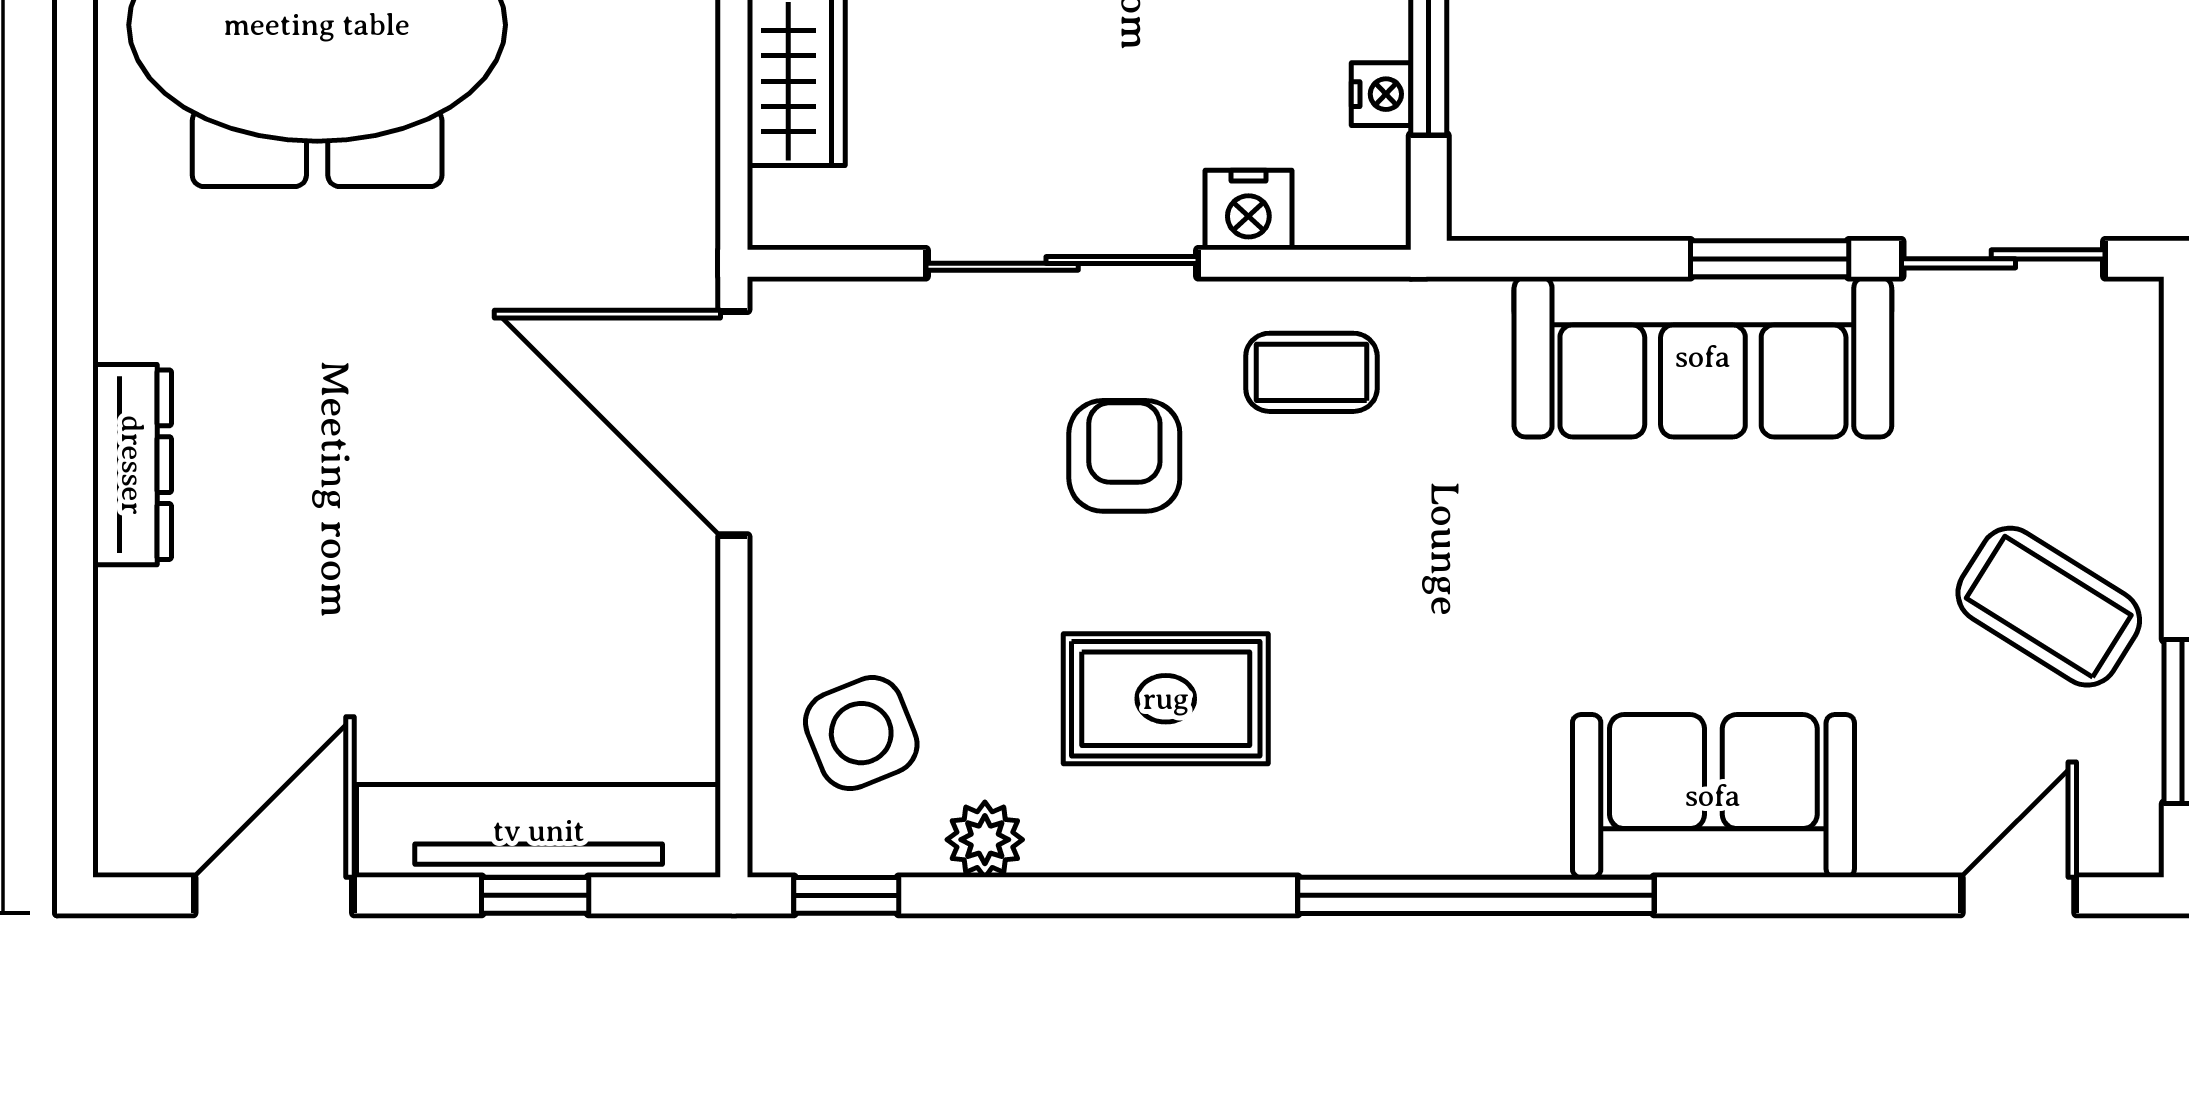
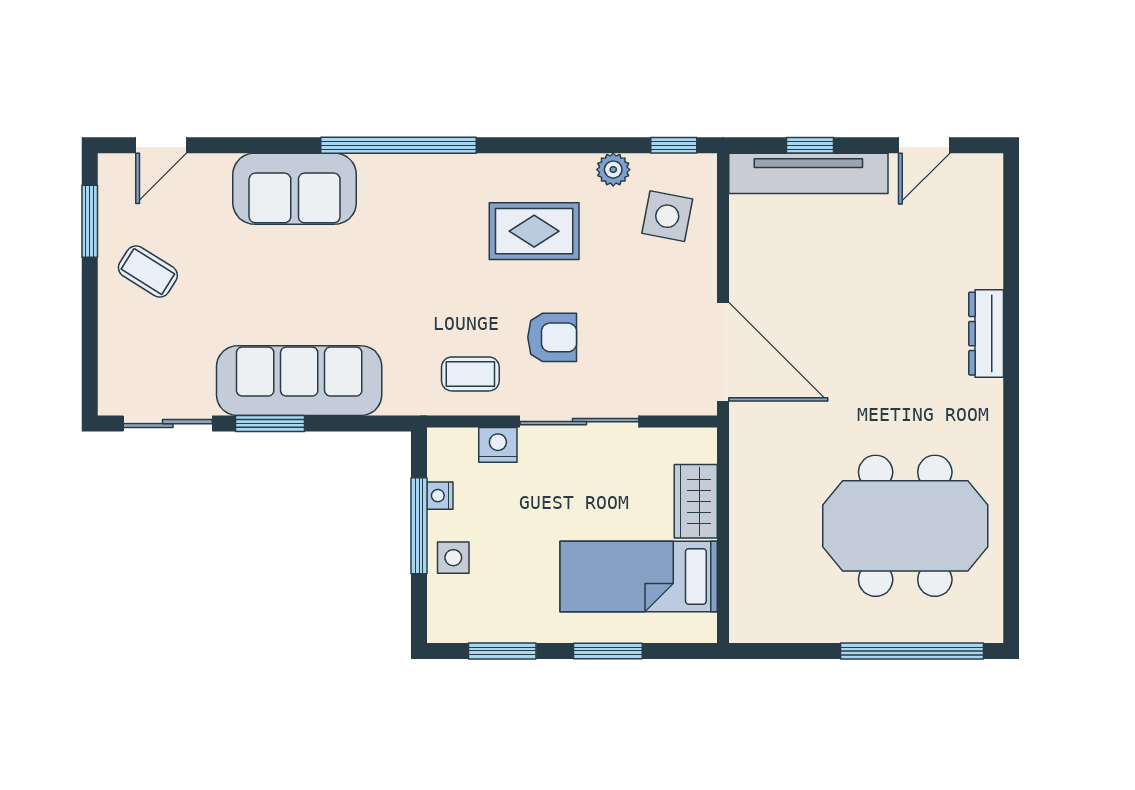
armchair: (1124, 456) -> (552, 337), turned -90
coffee table: (2049, 607) -> (148, 271), width x0.73, depth x0.77
side table: (861, 733) -> (667, 216), turned 33
door: (274, 895) -> (924, 145), width x0.73

